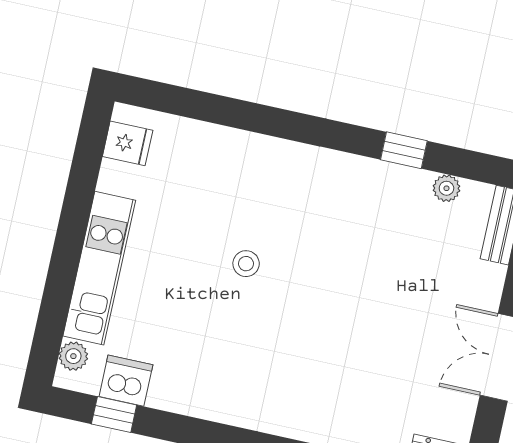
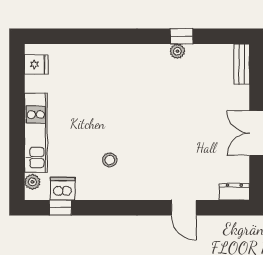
plant: (446, 188) -> (177, 51), moved
stool: (246, 264) -> (110, 160), moved

